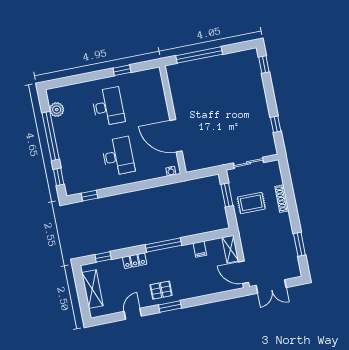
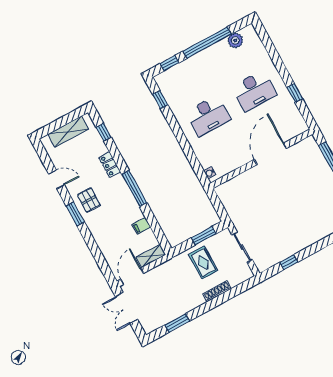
door: (176, 136) -> (270, 154), moved

